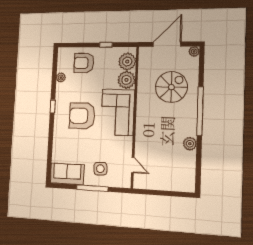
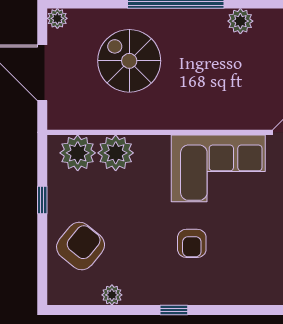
armchair: (84, 63) -> (81, 246), turned -141
corner sofa: (118, 112) -> (218, 168), moved
armchair: (82, 116) -> (192, 243), width x0.53, depth x0.53

